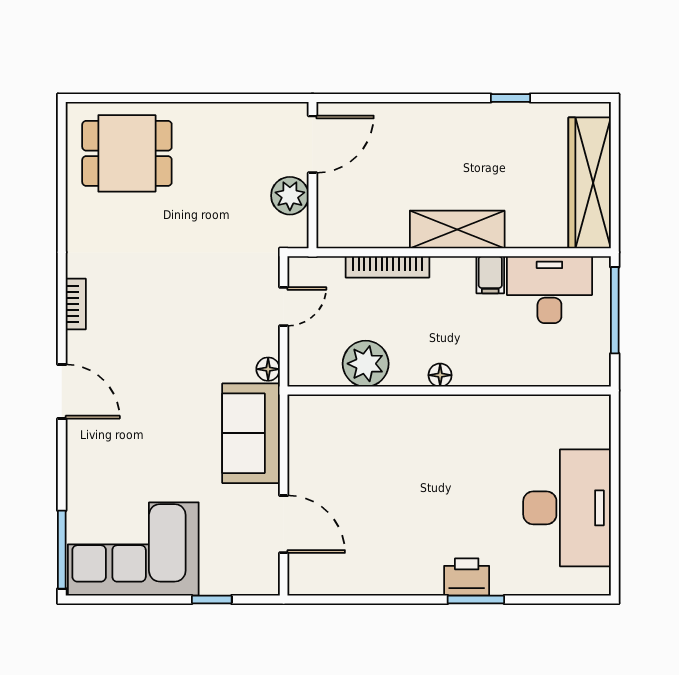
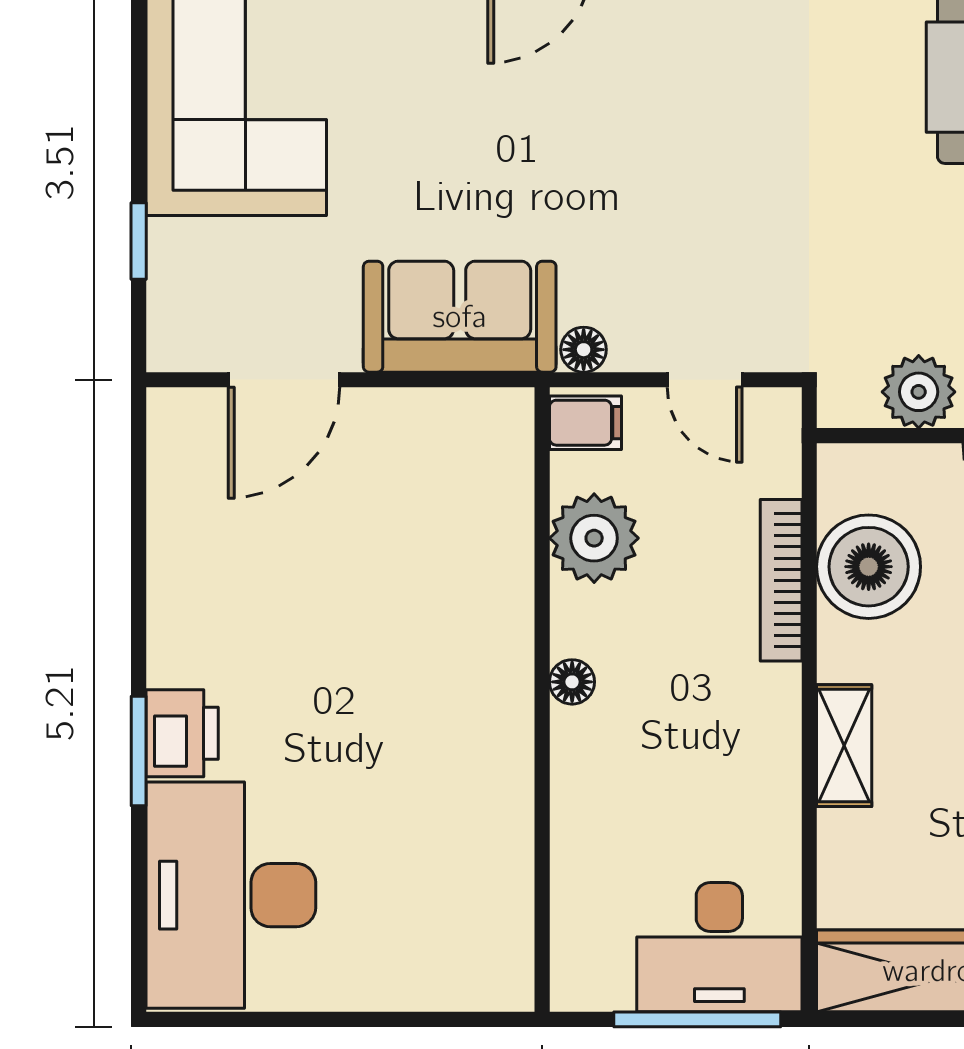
boiler: (380, 222) -> (869, 567), added
shelving: (457, 229) -> (844, 746), width x0.67, depth x0.75
filing cabinet: (490, 275) -> (586, 423), moved, turned 180
desk: (549, 290) -> (719, 947), moved, turned 90
desk: (567, 508) -> (231, 895), moved, turned 90

